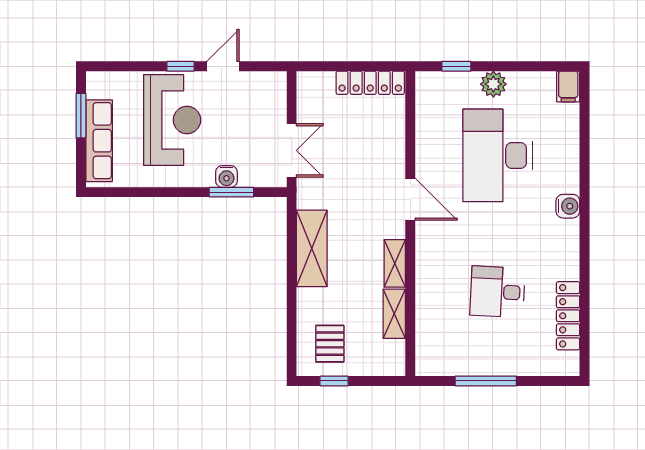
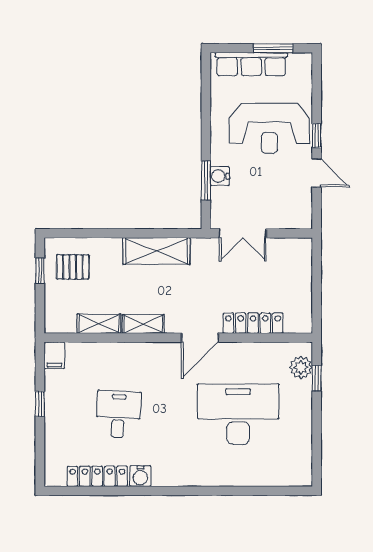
locker: (370, 83) -> (253, 323), moved, turned 90
plant: (493, 84) -> (301, 367), moved
filing cabinet: (568, 86) -> (54, 355), moved, turned -90
water cooler: (568, 206) -> (140, 476), moved
window: (486, 381) -> (40, 404), width x0.46

